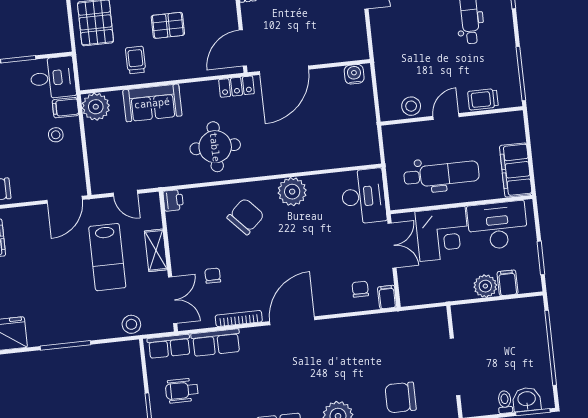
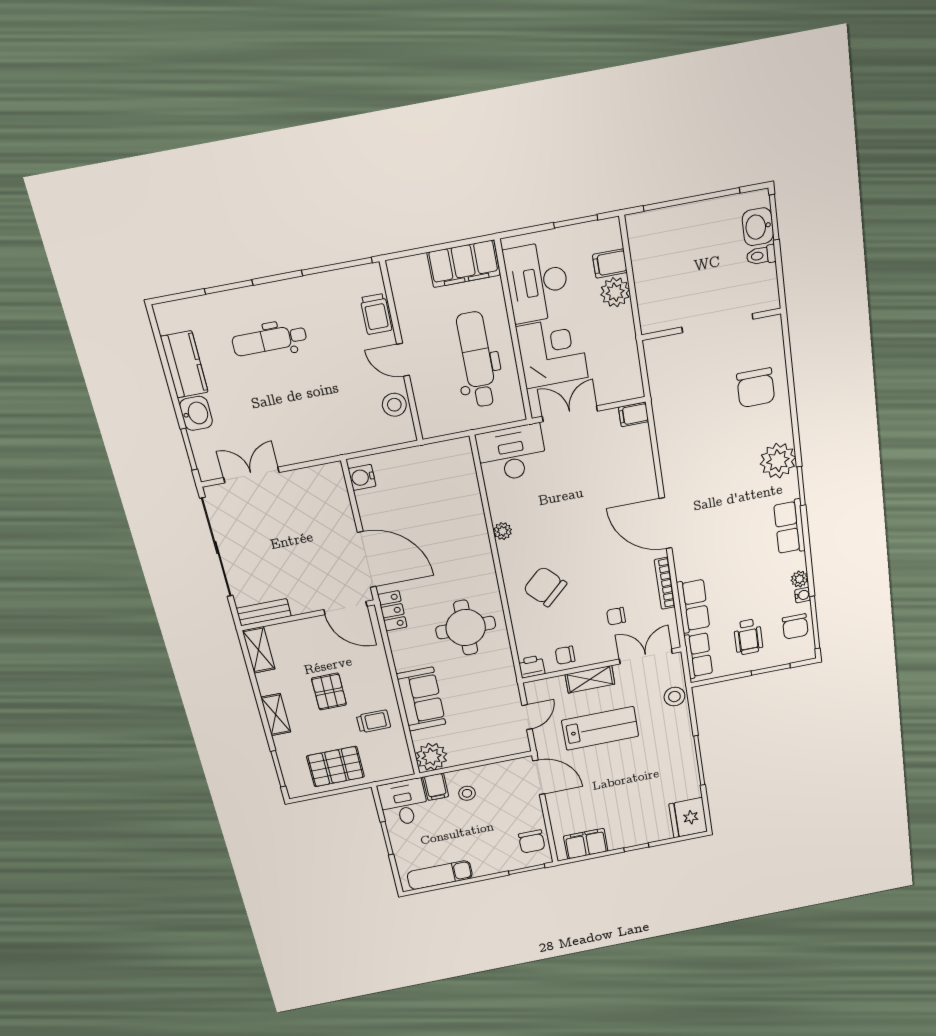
trolley: (136, 60) -> (374, 721), turned 180
plant: (292, 192) -> (503, 531), width x0.53, depth x0.53
chair: (360, 289) -> (565, 655), moved

